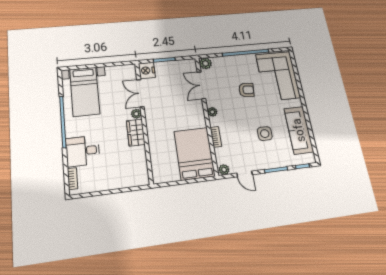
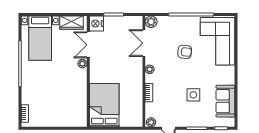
sofa: (299, 130) -> (225, 101), width x0.73
wardrobe: (136, 133) -> (71, 23), moved, turned -90
desk: (83, 151) -> (35, 91), removed
bed: (194, 154) -> (104, 105), moved

